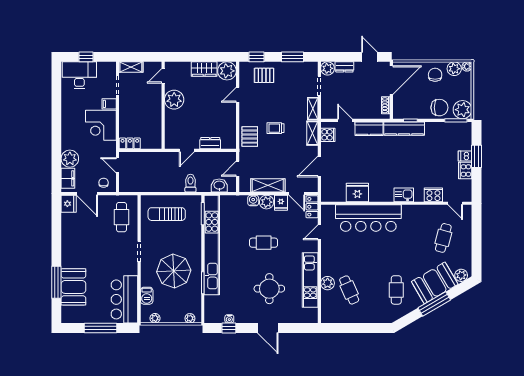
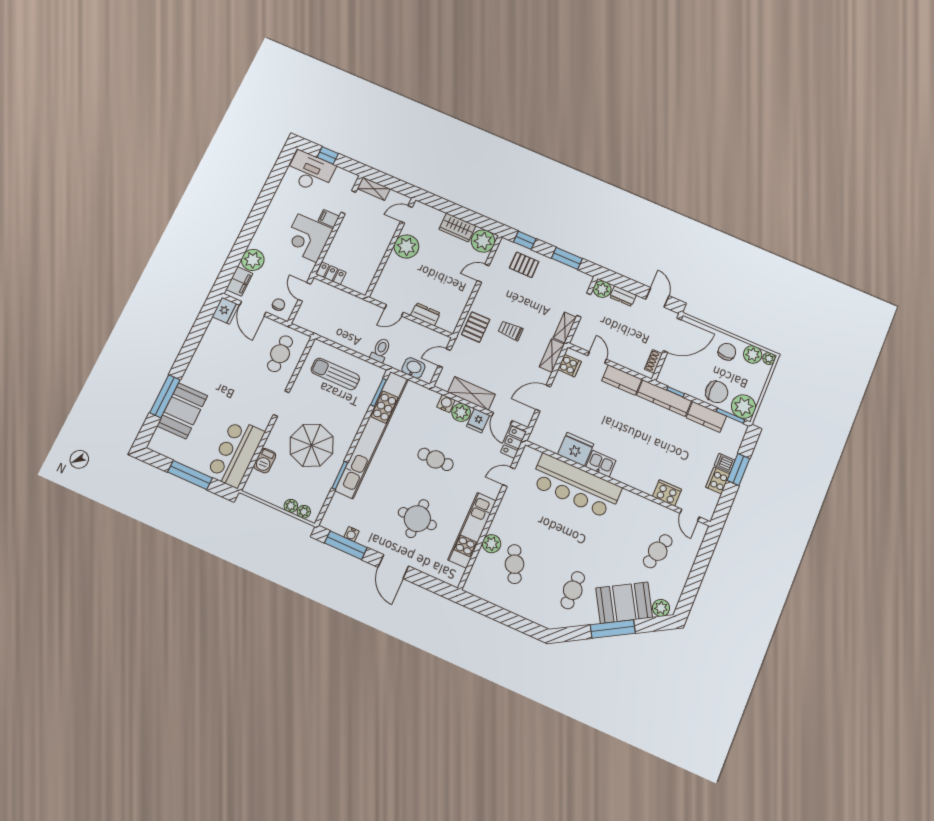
kitchen counter: (439, 129) -> (706, 417), added
kitchen sink: (404, 195) -> (601, 464), moved
plant: (155, 318) -> (291, 506), moved
window: (229, 328) -> (346, 545), width x2.17

